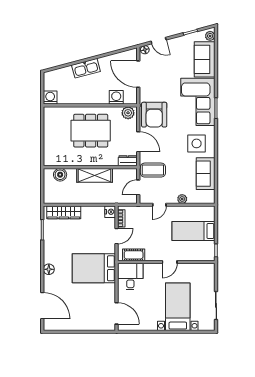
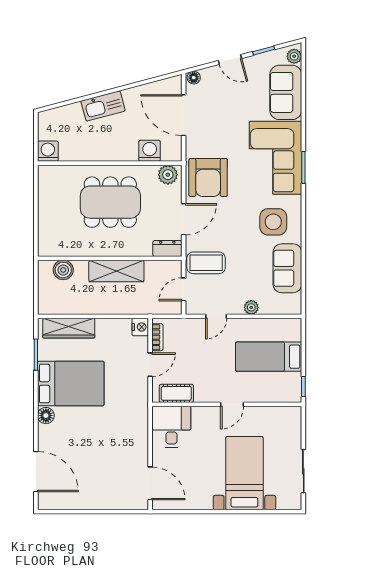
door: (159, 41) -> (230, 59), moved
door: (138, 142) -> (184, 219), hinge flipped
bed: (94, 268) -> (71, 383), moved, turned 180

